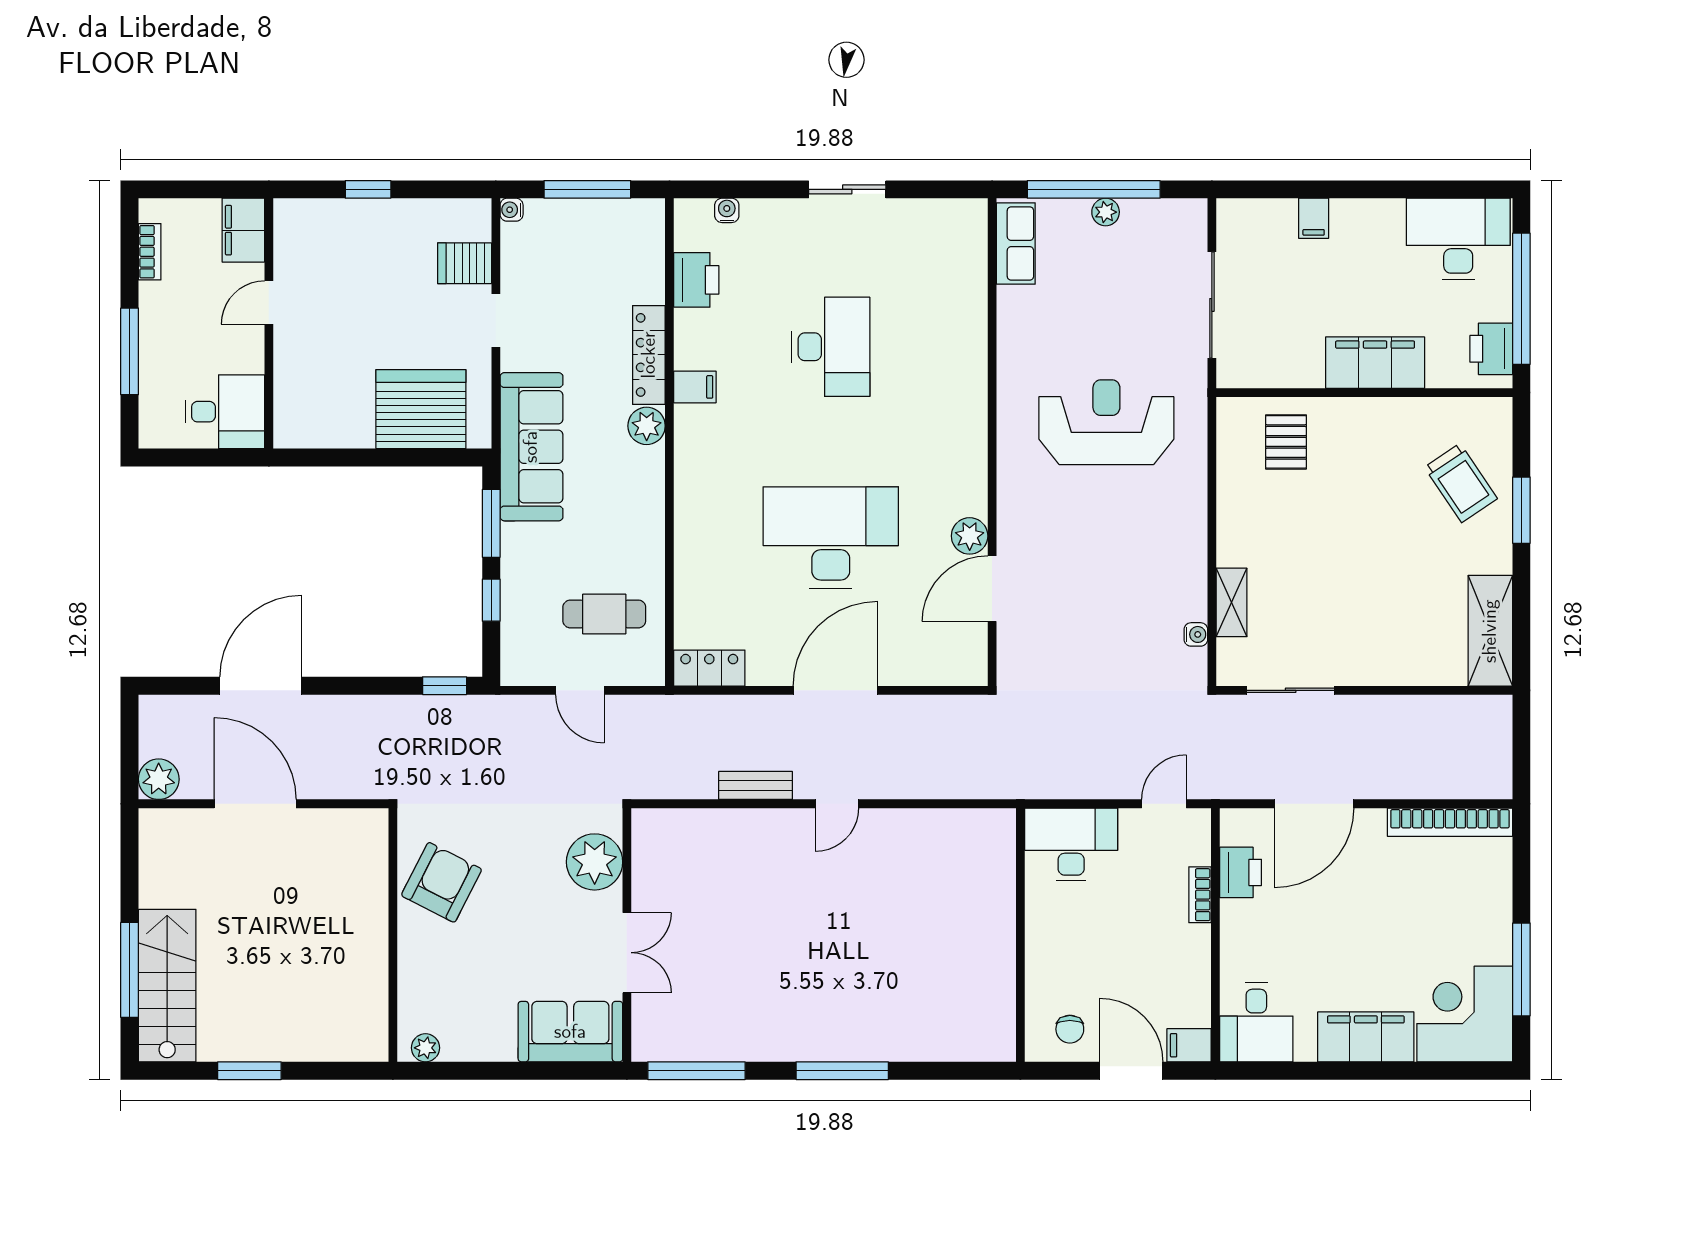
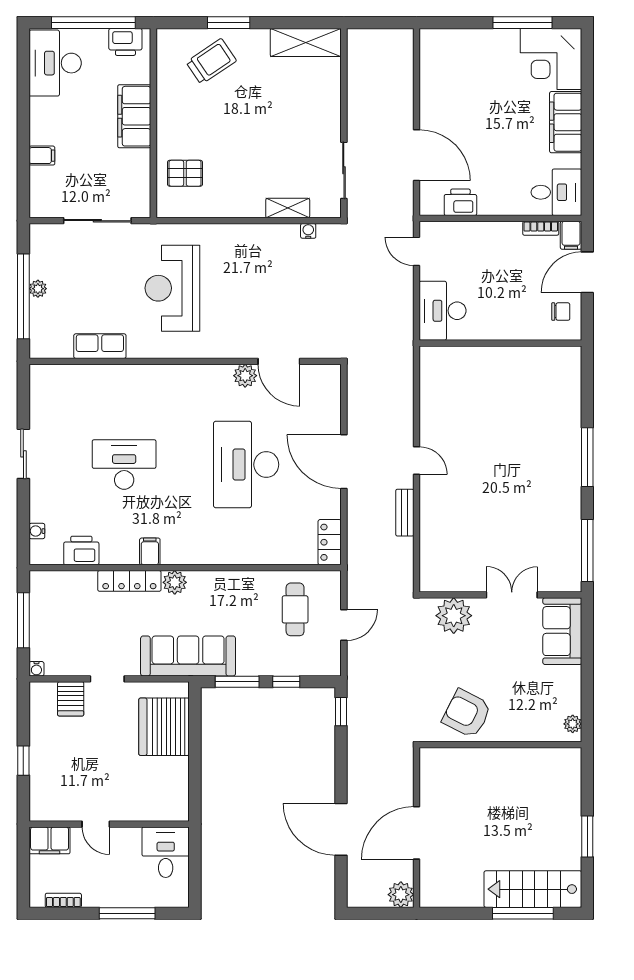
row of seats: (1016, 243) -> (100, 346), moved
bookcase: (1450, 822) -> (428, 68), removed
bookcase: (1200, 895) -> (541, 228), moved

